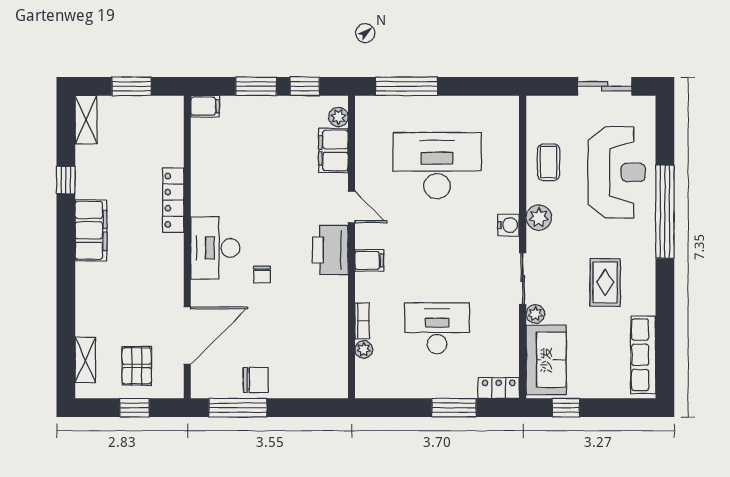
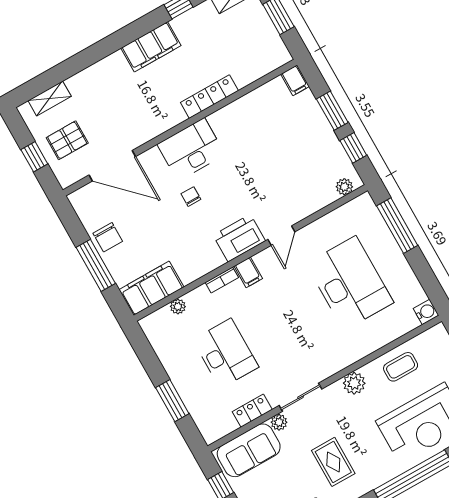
filing cabinet: (333, 150) -> (151, 288), moved, width x1.50, depth x1.17
water cooler: (508, 225) -> (426, 312), moved, turned -90
chair: (262, 275) -> (191, 197), turned 90
rug: (605, 282) -> (333, 462), turned 90
bookcase: (362, 321) -> (222, 280), moved
locker: (499, 388) -> (252, 411), moved, turned -90
window: (238, 408) -> (96, 265), moved

